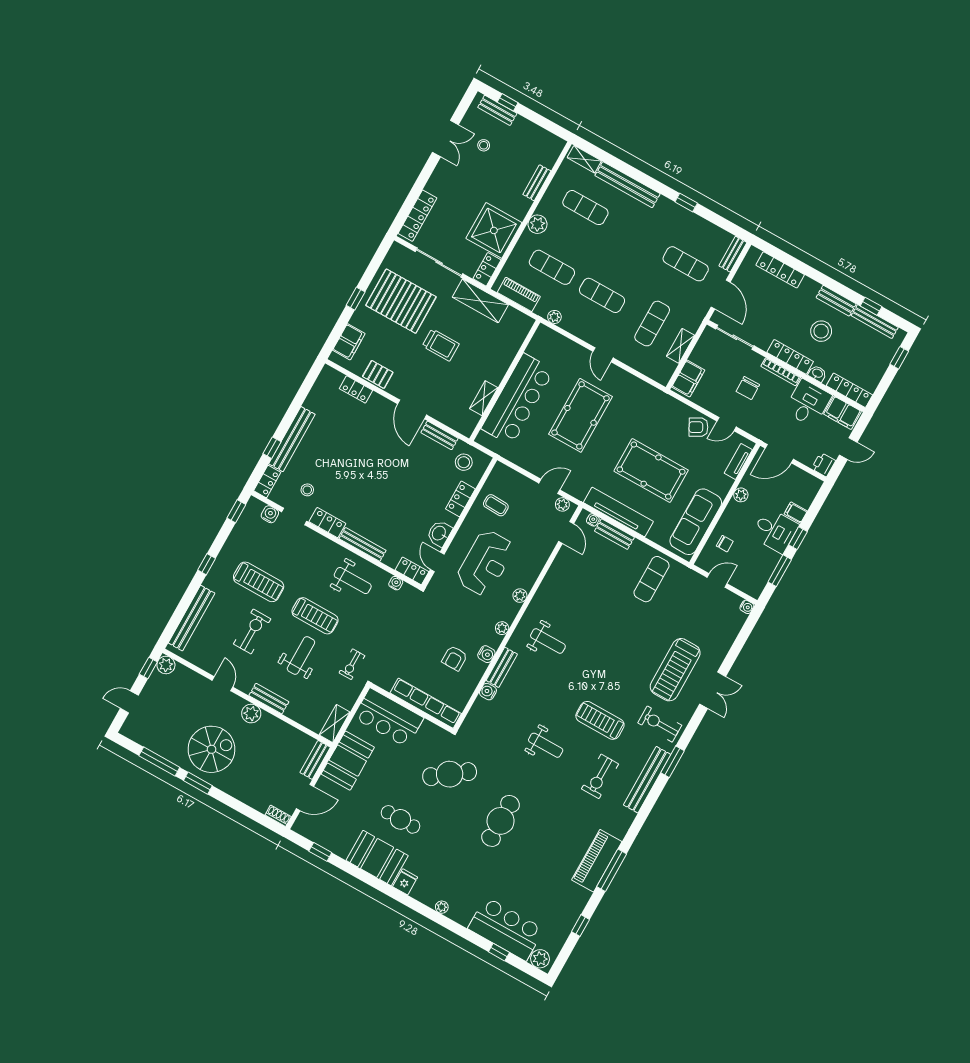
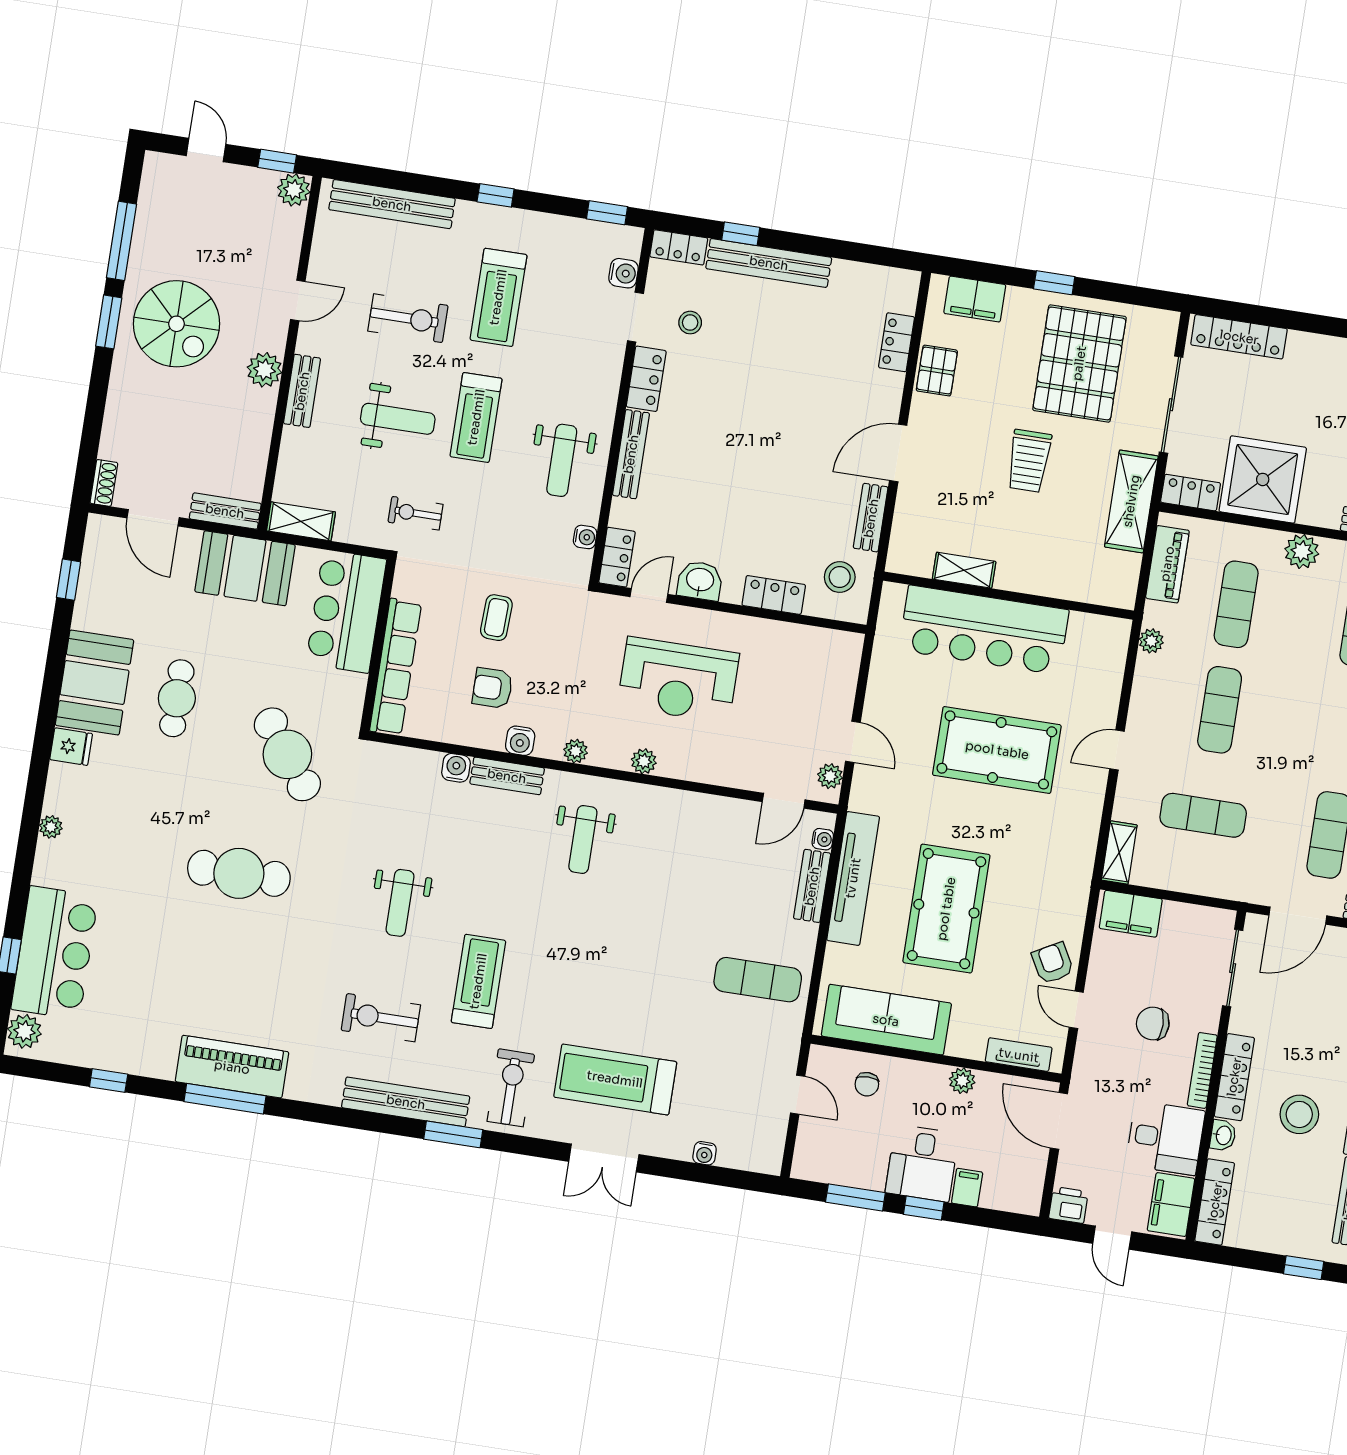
shelving: (681, 346) -> (1119, 853), moved, turned 90
coffee table: (496, 505) -> (496, 618), moved
water cooler: (747, 607) -> (705, 1153), moved

